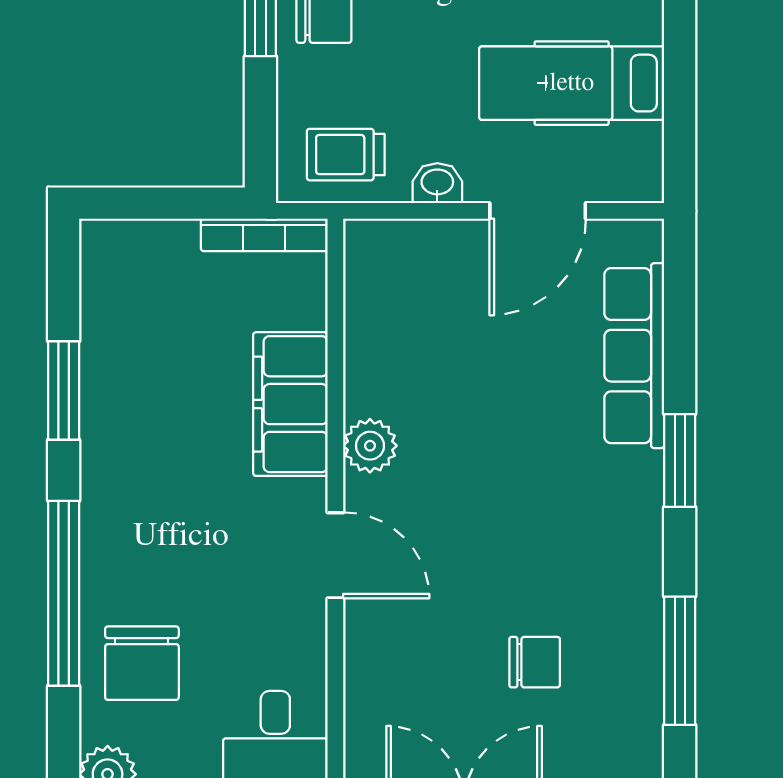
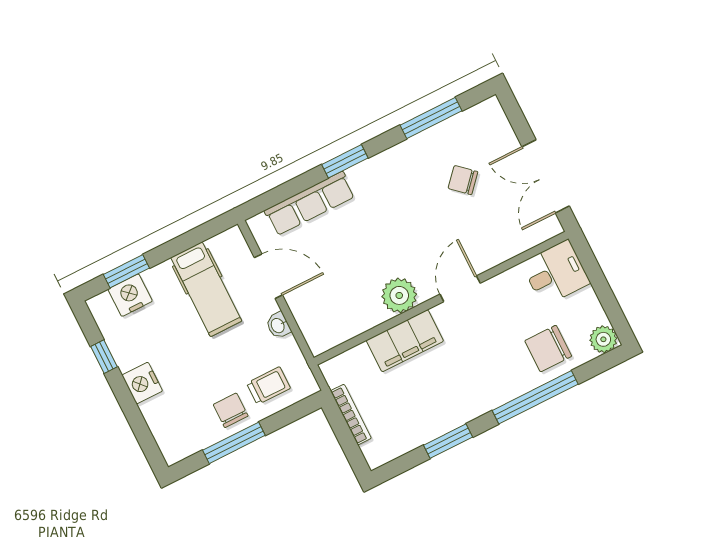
trolley: (346, 155) -> (268, 386), moved, turned -90
bookcase: (264, 235) -> (351, 415), moved
plant: (370, 446) -> (399, 295), width x1.36, depth x1.36
chair: (535, 662) -> (463, 180), turned -48
chair: (142, 663) -> (548, 349), turned 180

